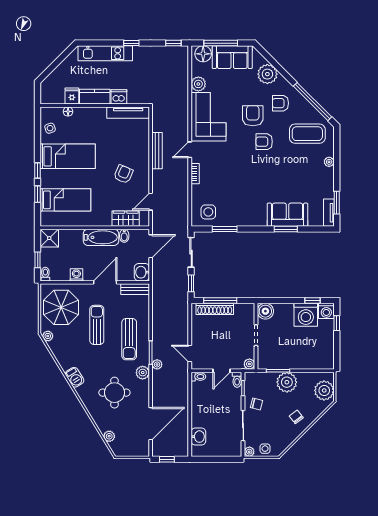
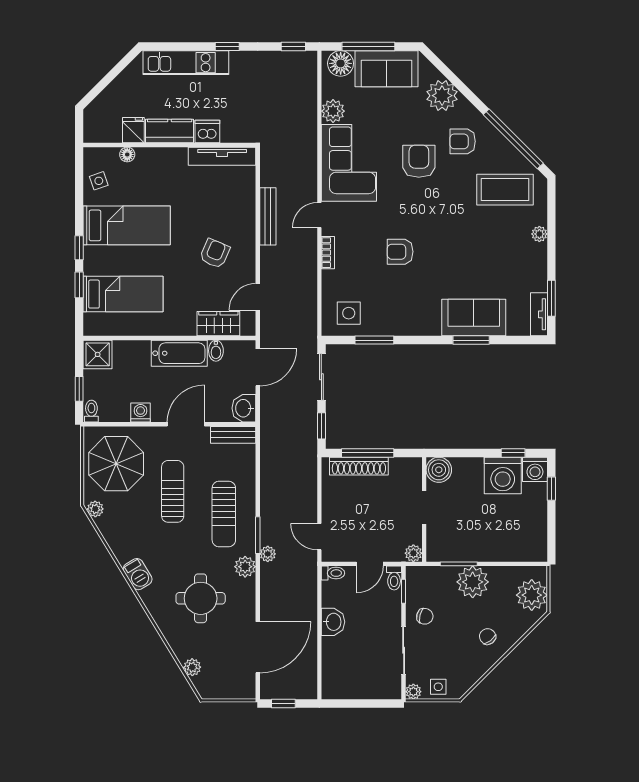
armchair: (264, 142) -> (400, 252), moved
washbasin: (198, 437) -> (333, 622), moved

